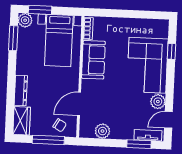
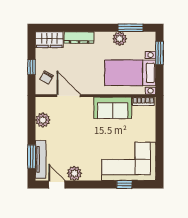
plant: (25, 20) -> (120, 39), moved
corner sofa: (147, 65) -> (129, 161), moved
tv unit: (148, 135) -> (41, 159), width x1.41
window: (48, 140) -> (32, 67), width x0.46

